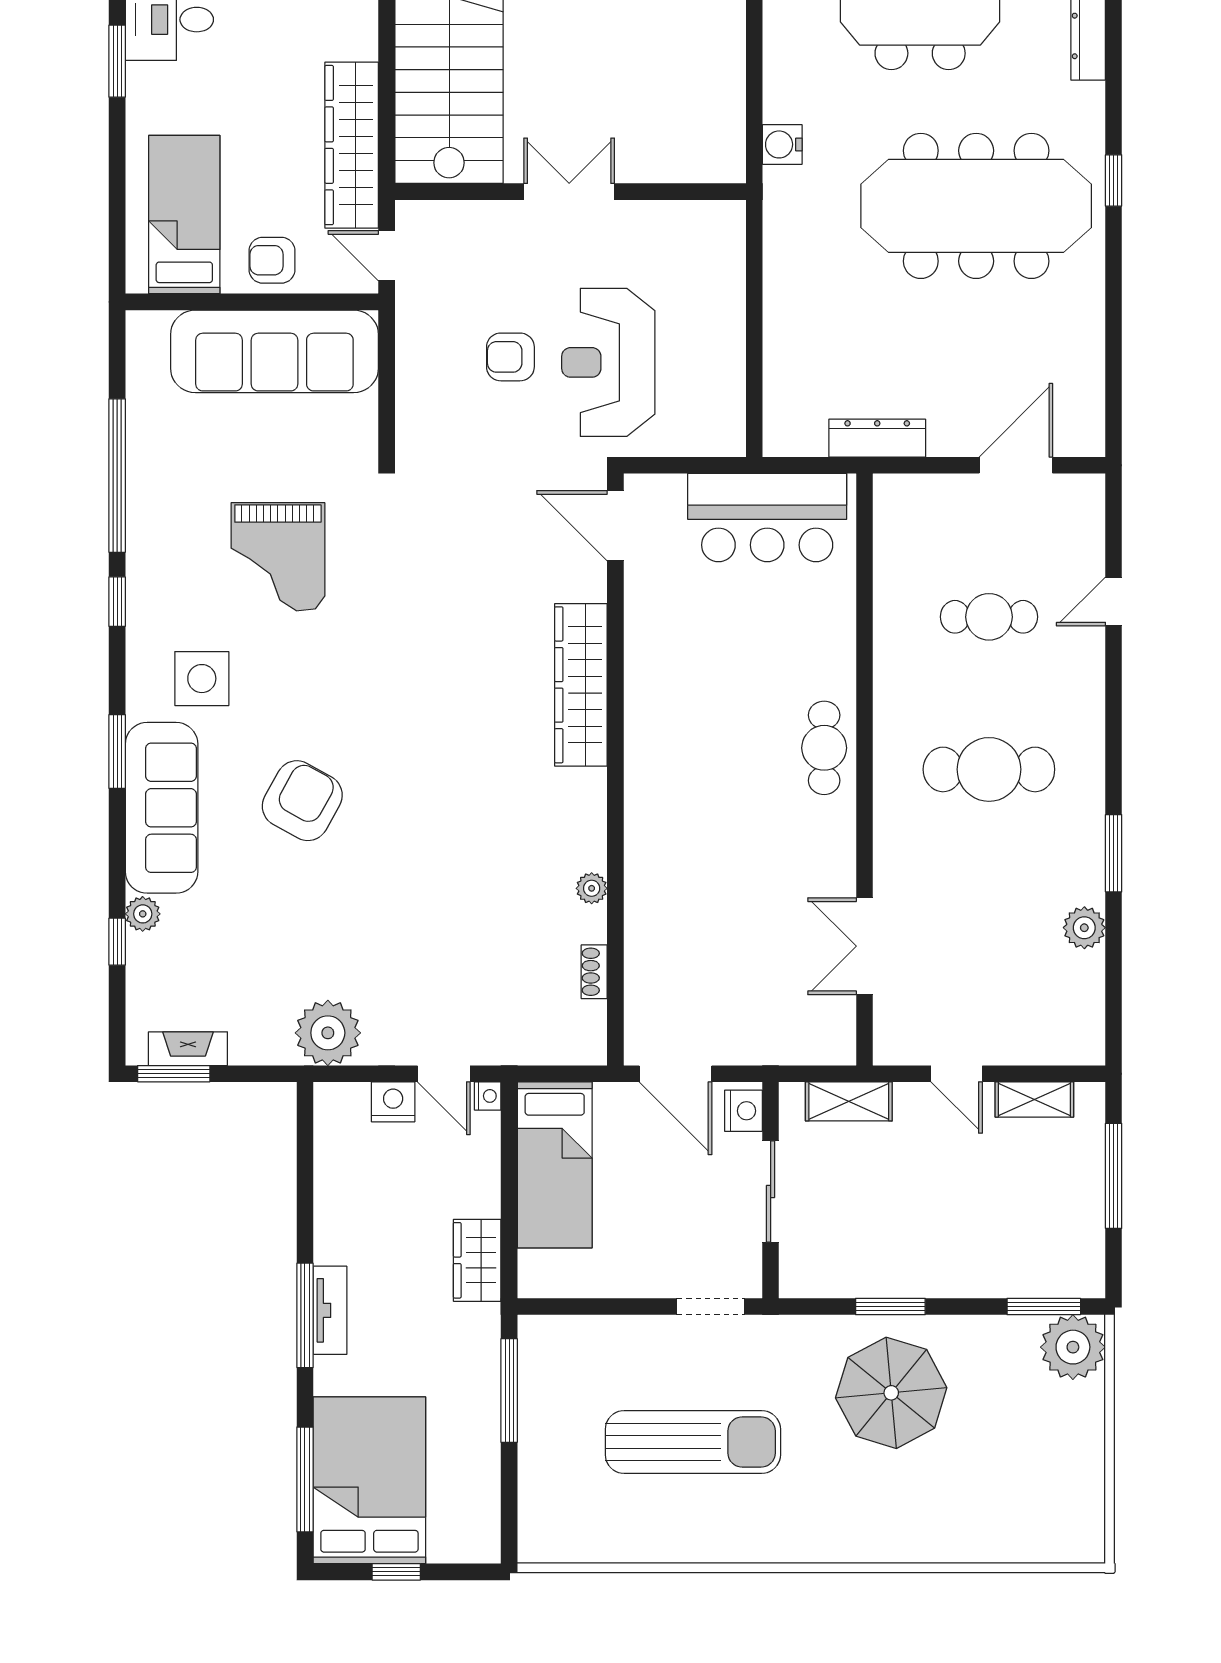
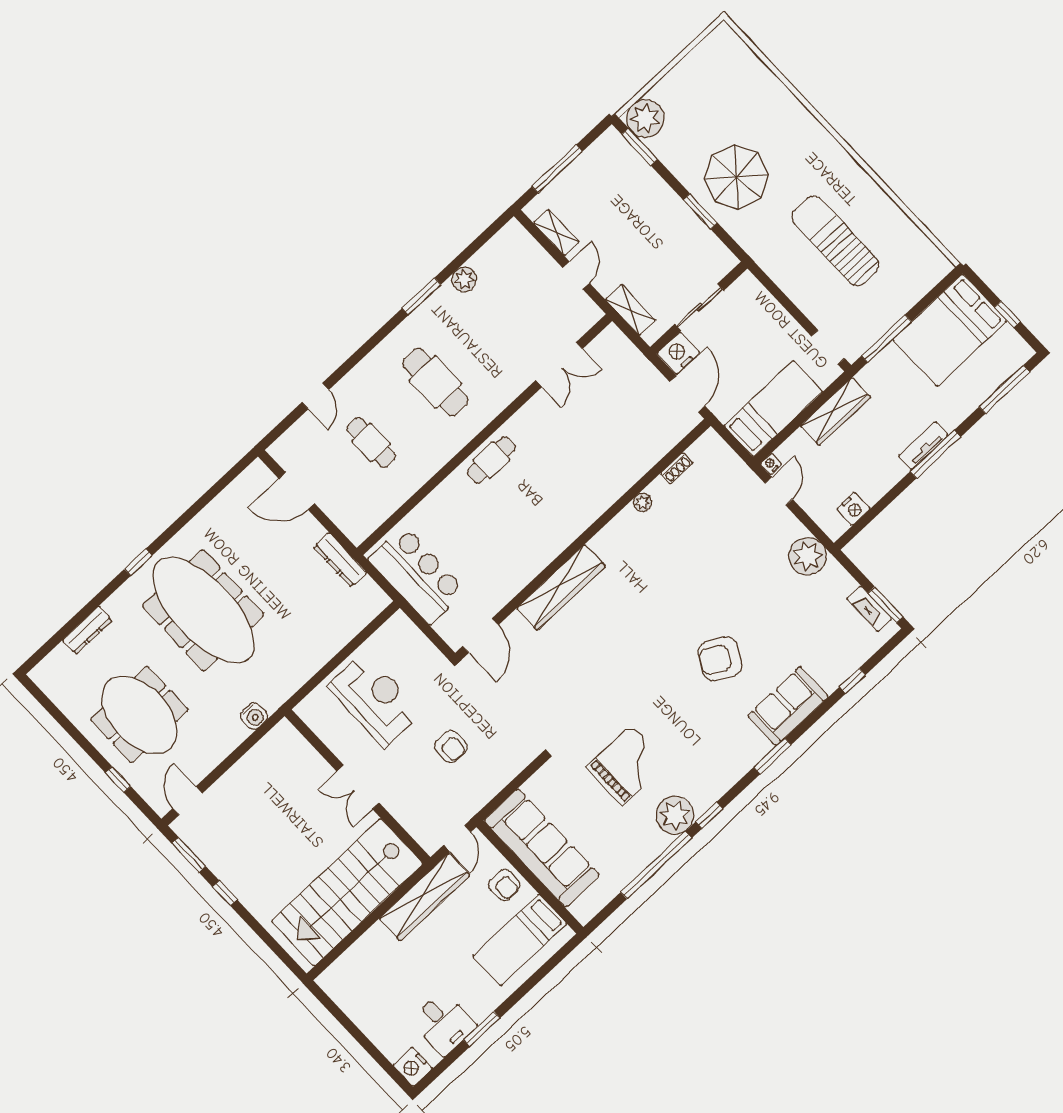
reception desk: (608, 362) -> (375, 699), moved, turned -90
door: (1114, 602) -> (315, 396), hinge flipped
side table: (202, 679) -> (708, 749), removed
sofa: (162, 808) -> (788, 706), width x0.73
plant: (143, 914) -> (675, 815), moved, width x1.87, depth x1.87
nightstand: (393, 1102) -> (854, 509), moved, turned -90
nightstand: (743, 1111) -> (678, 353), width x1.36, depth x1.33
wardrobe: (477, 1260) -> (836, 412), width x1.50
doorway: (711, 1306) -> (828, 347), moved
bed: (369, 1480) -> (950, 330), moved

